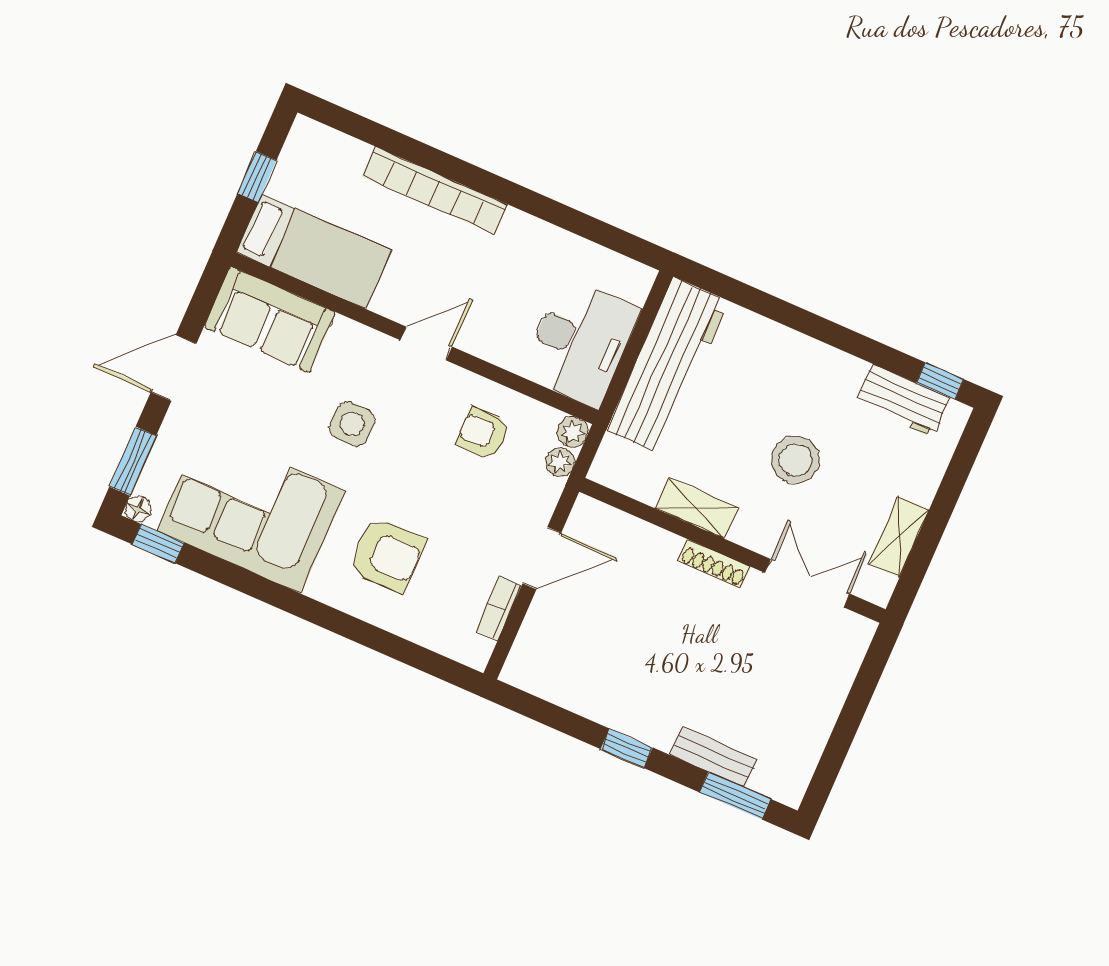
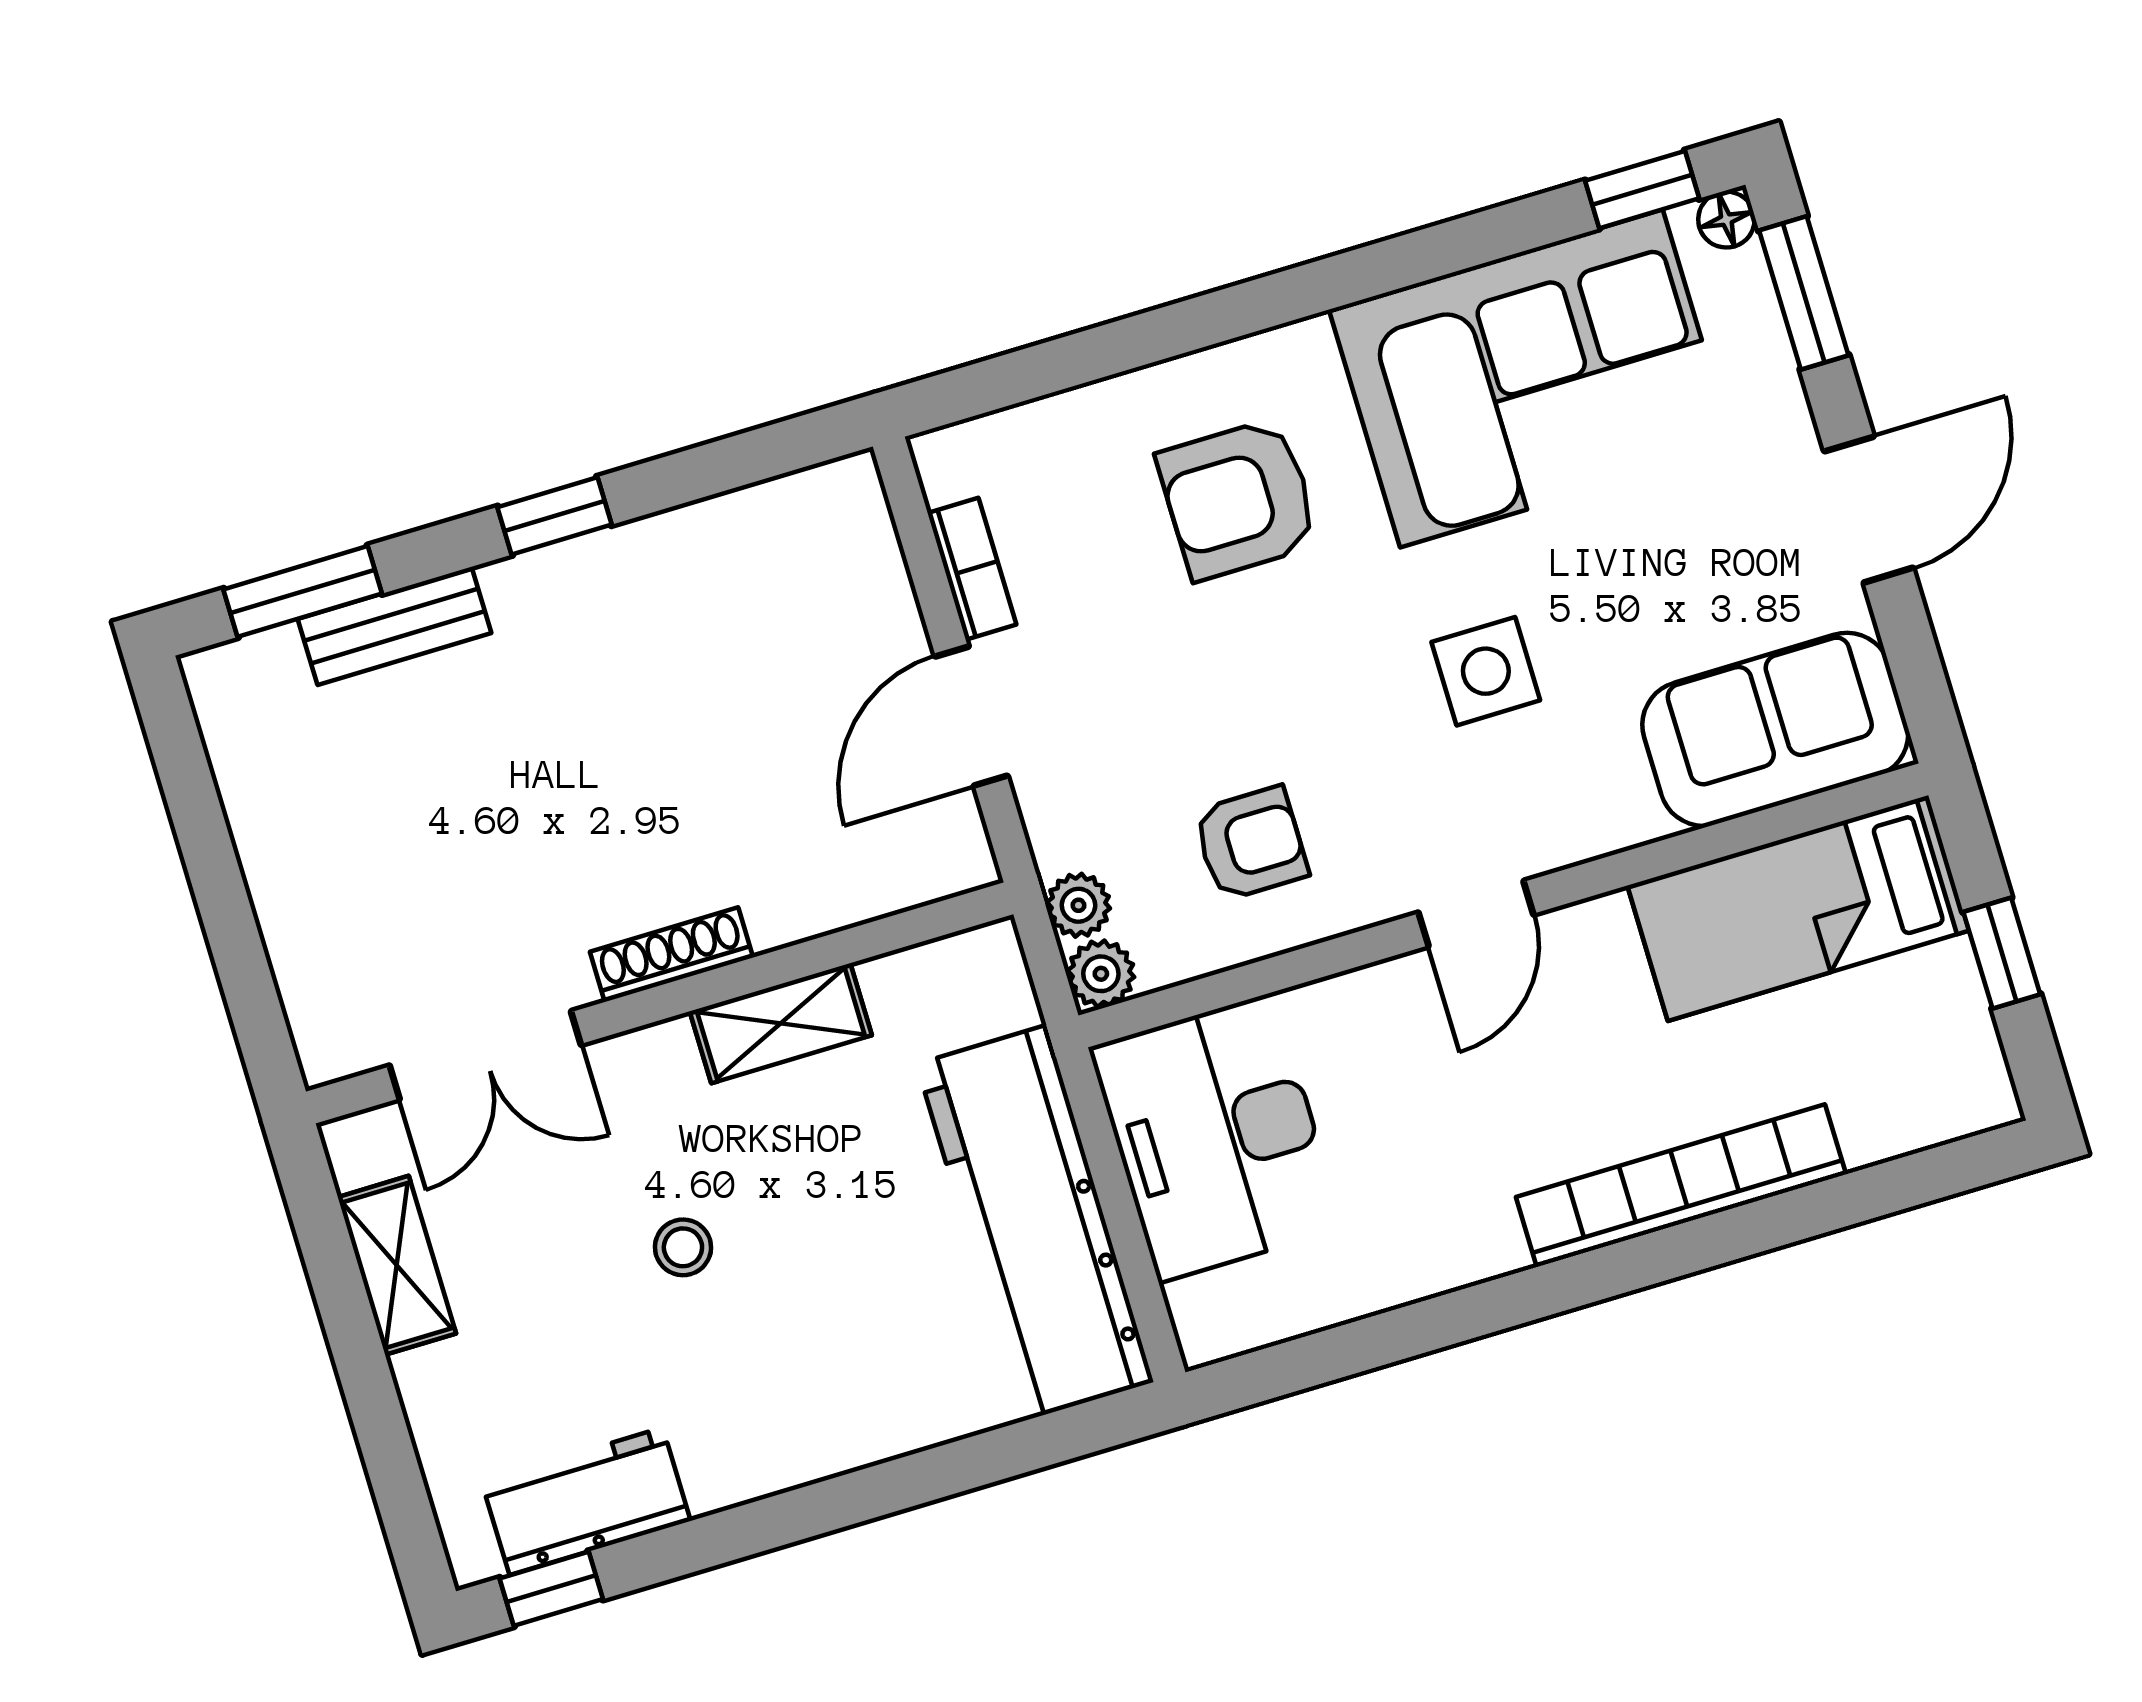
stool: (795, 460) -> (683, 1247), width x0.53, depth x0.53

